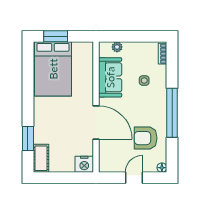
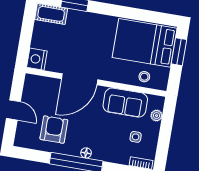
stool: (84, 64) -> (144, 77), added
side table: (144, 81) -> (136, 137), moved
floor lamp: (162, 168) -> (86, 153), moved

